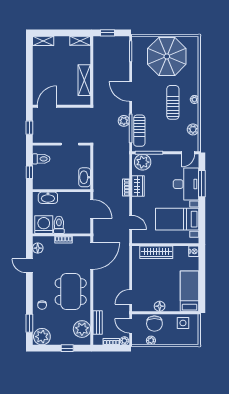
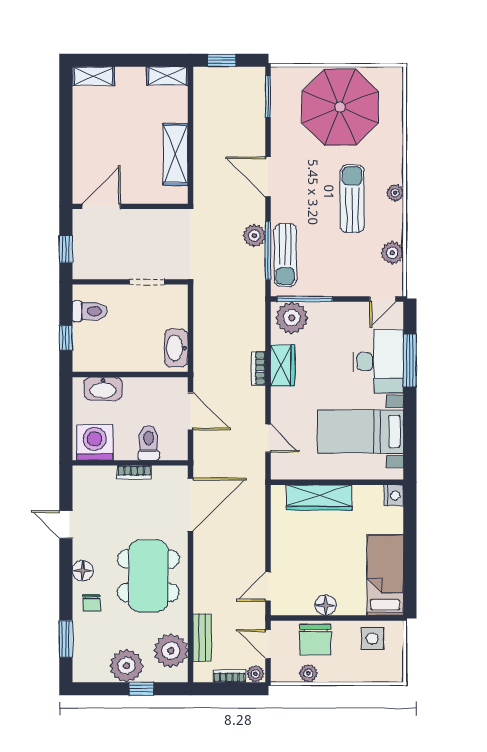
toilet: (59, 225) -> (149, 443), moved
floor lamp: (38, 248) -> (83, 571), moved
plant: (42, 337) -> (126, 666), moved

